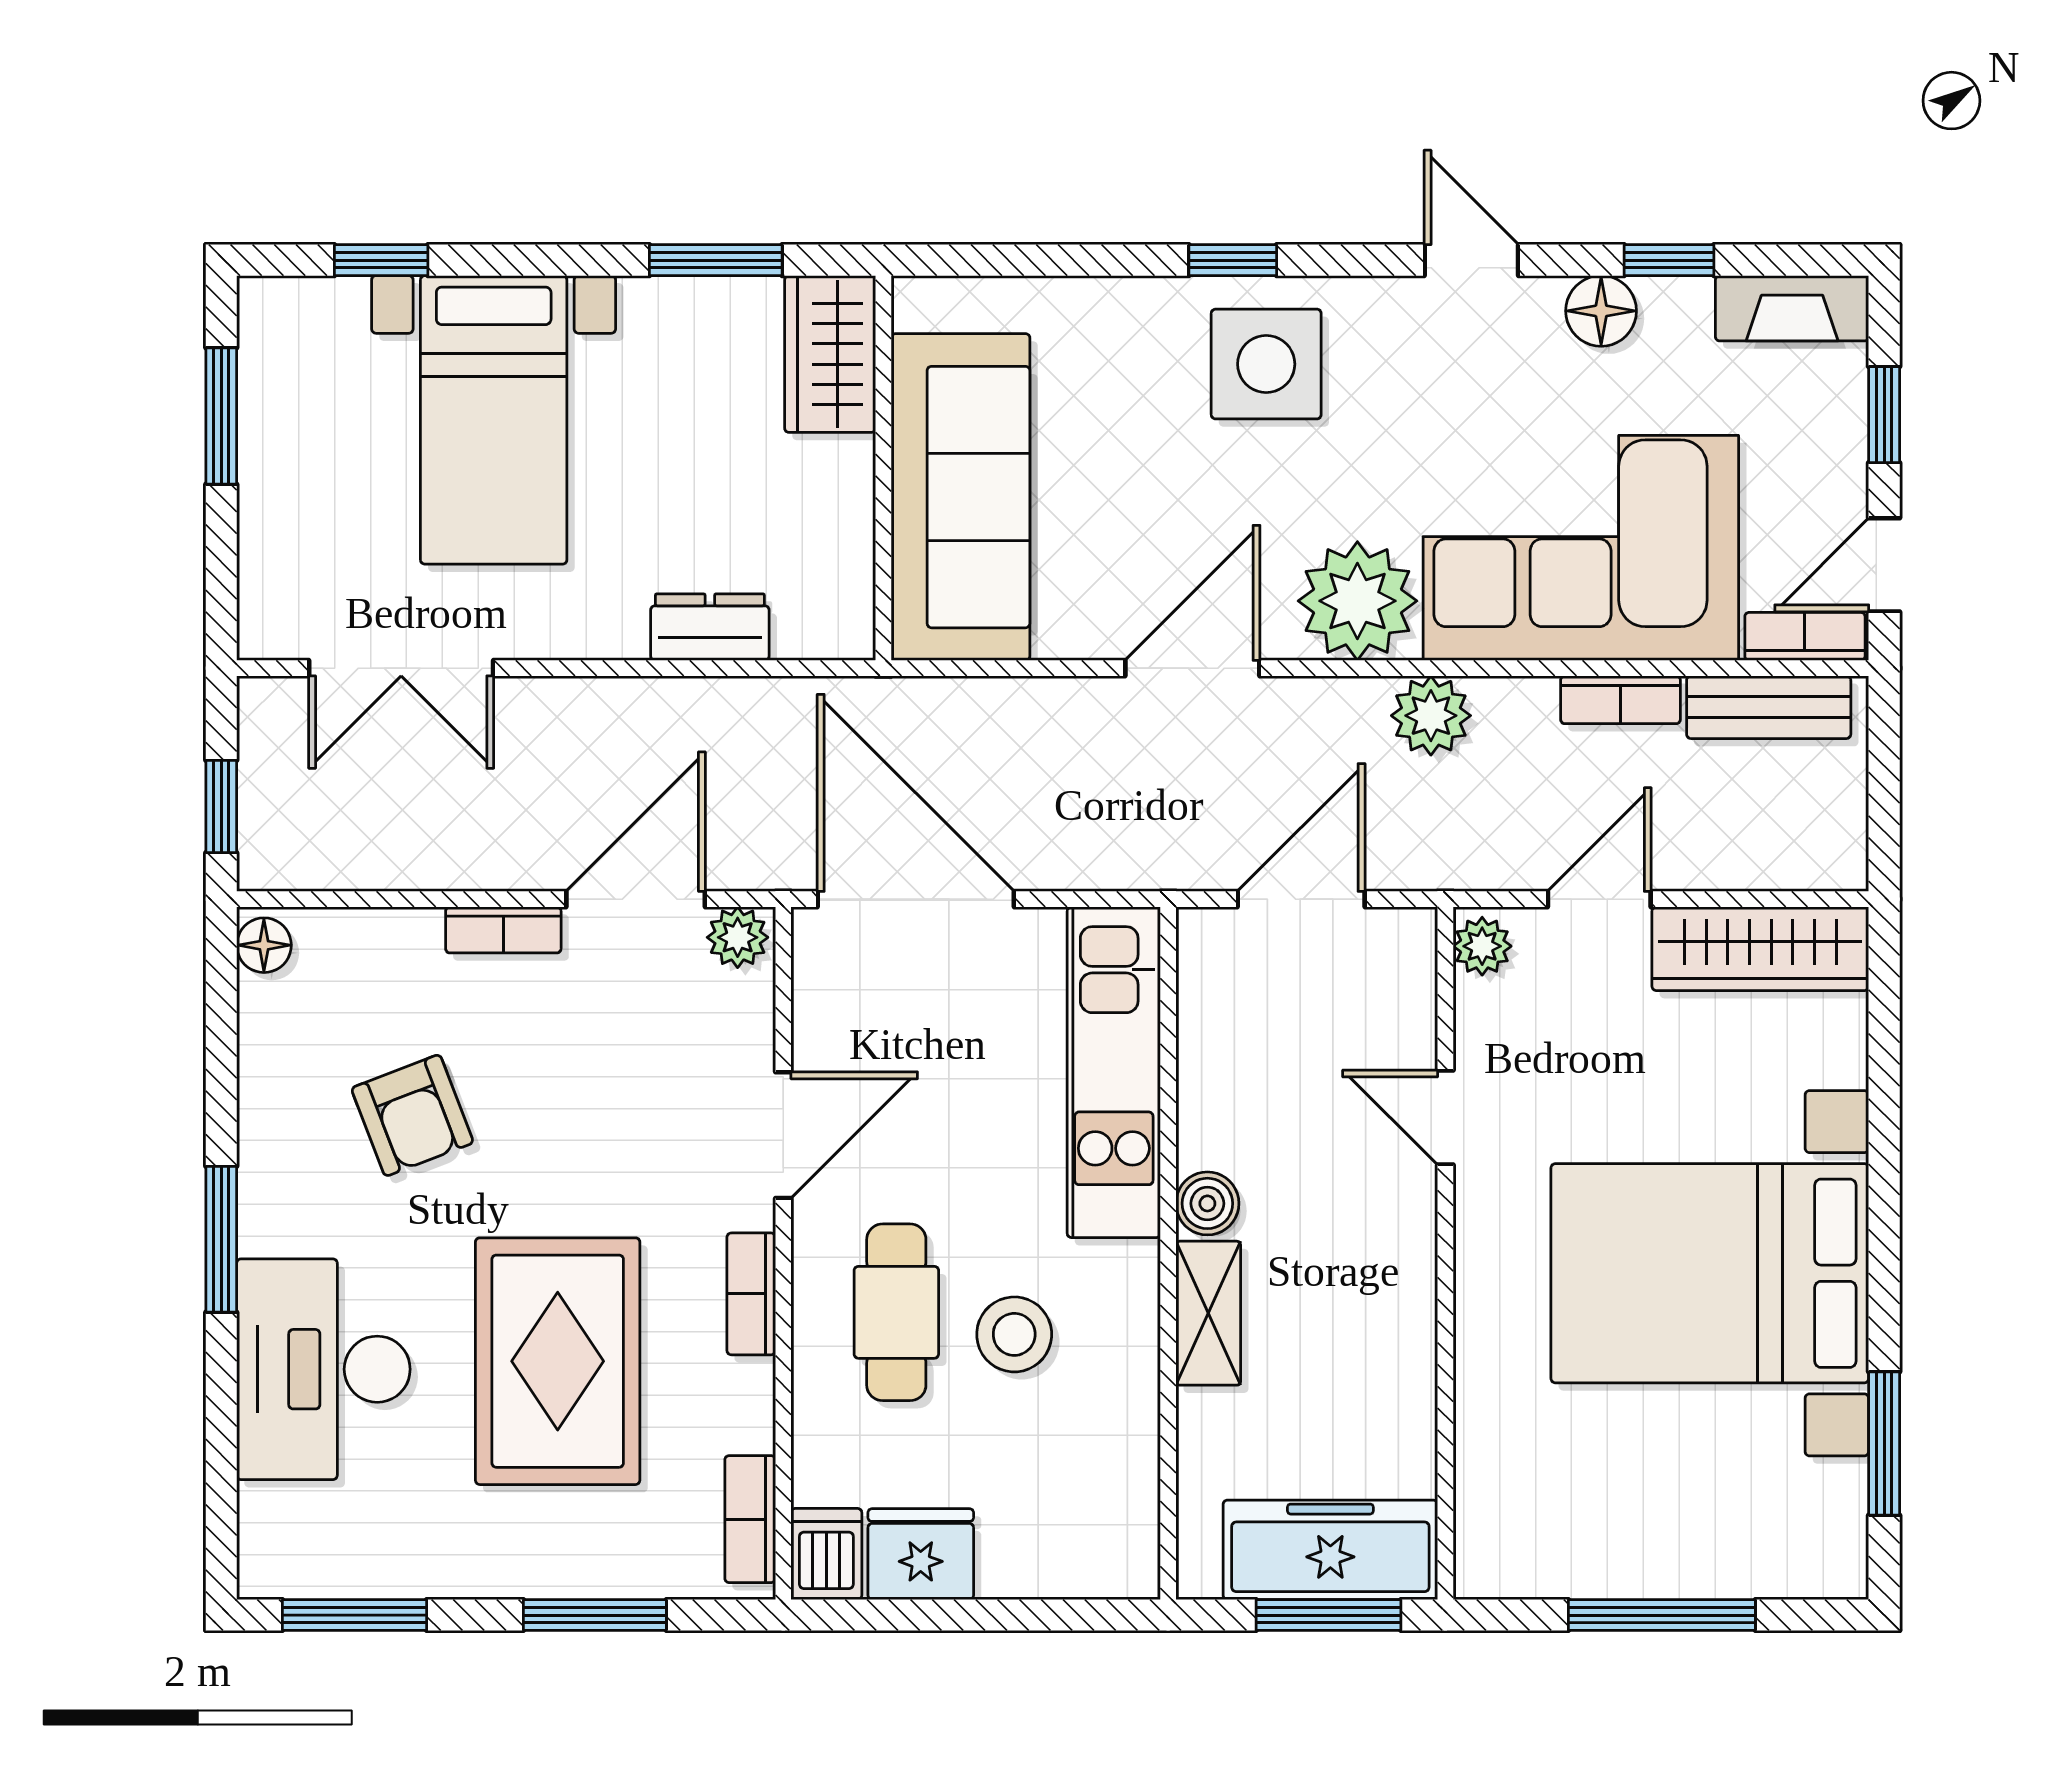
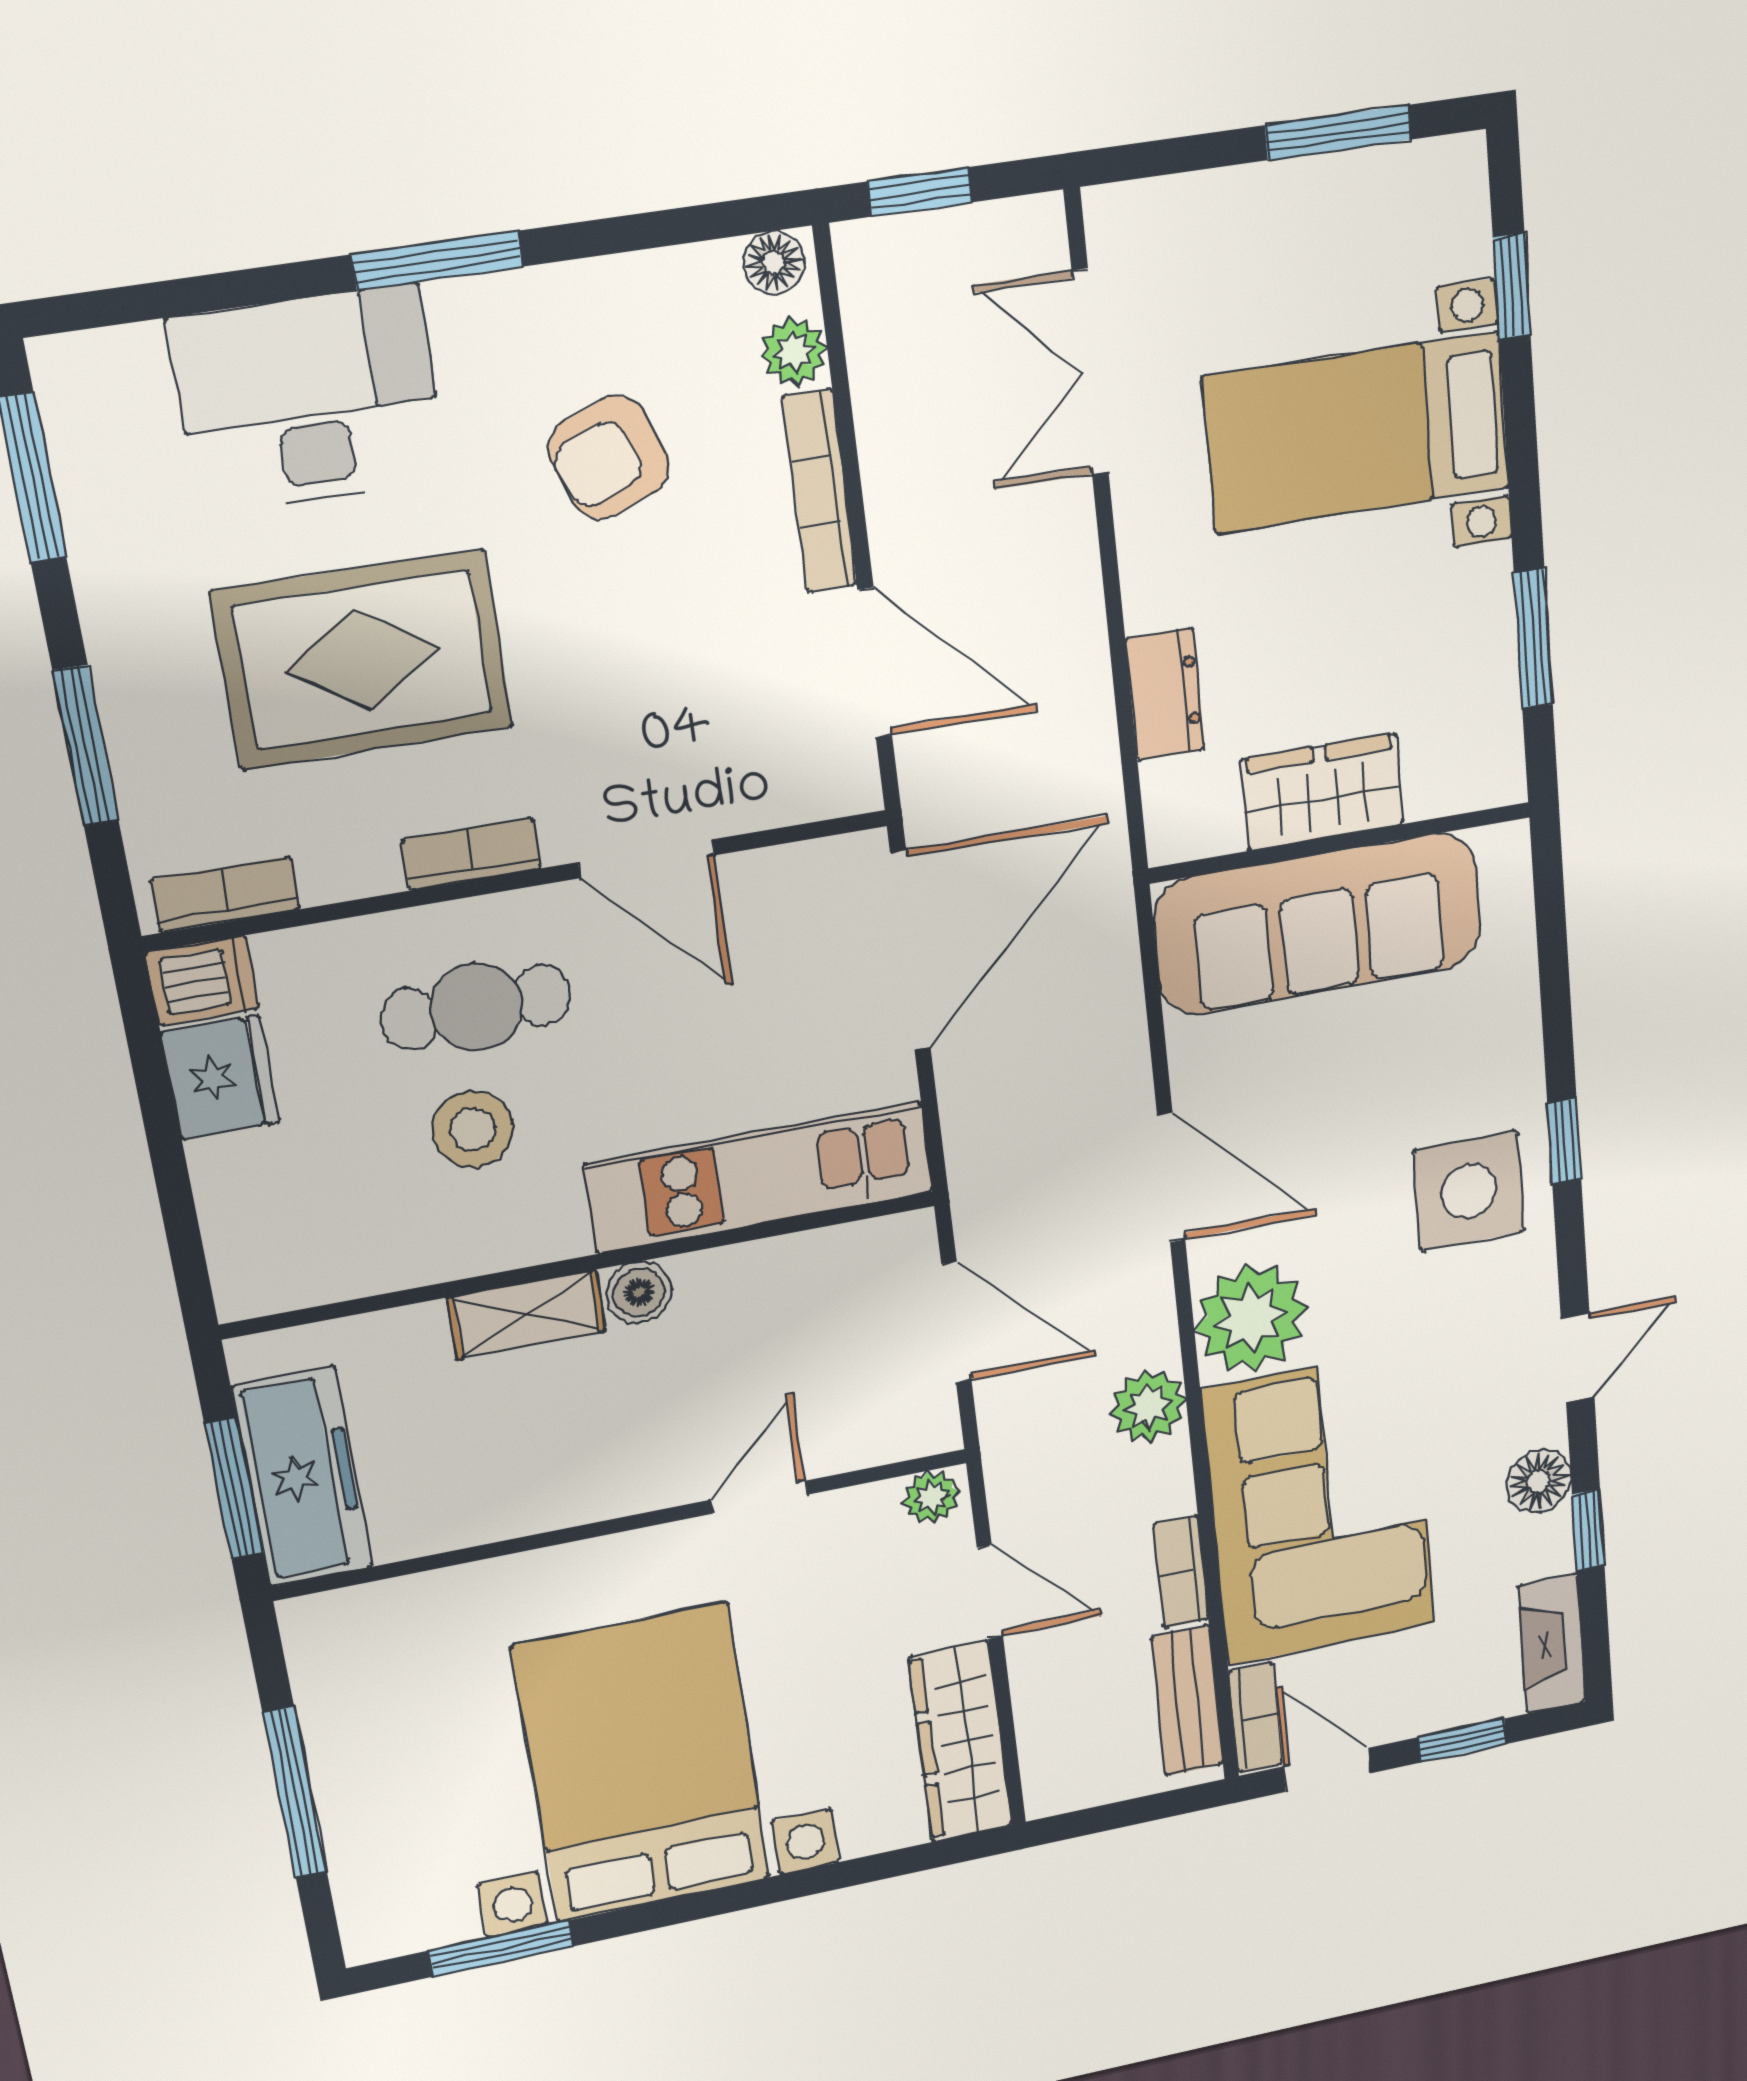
wardrobe: (830, 354) -> (1322, 792), moved
bookcase: (503, 930) -> (820, 491), width x1.56
plant: (738, 937) -> (794, 352), moved

